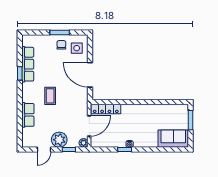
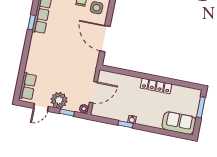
coffee table: (50, 96) -> (59, 52), removed
locker: (106, 109) -> (156, 86), moved
row of seats: (28, 115) -> (28, 86), moved

